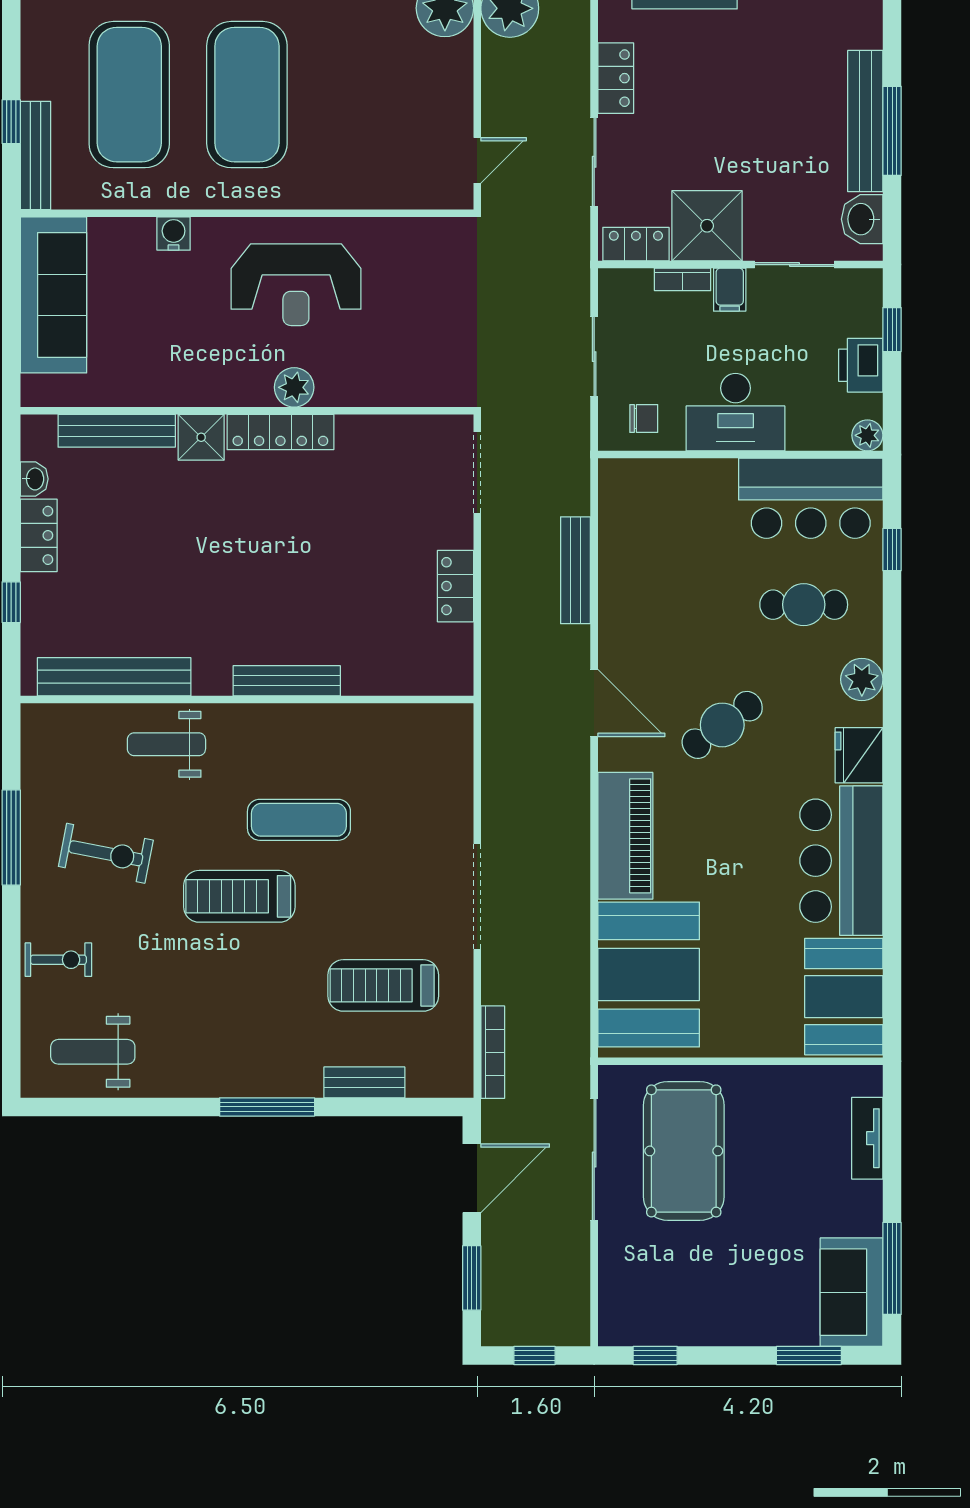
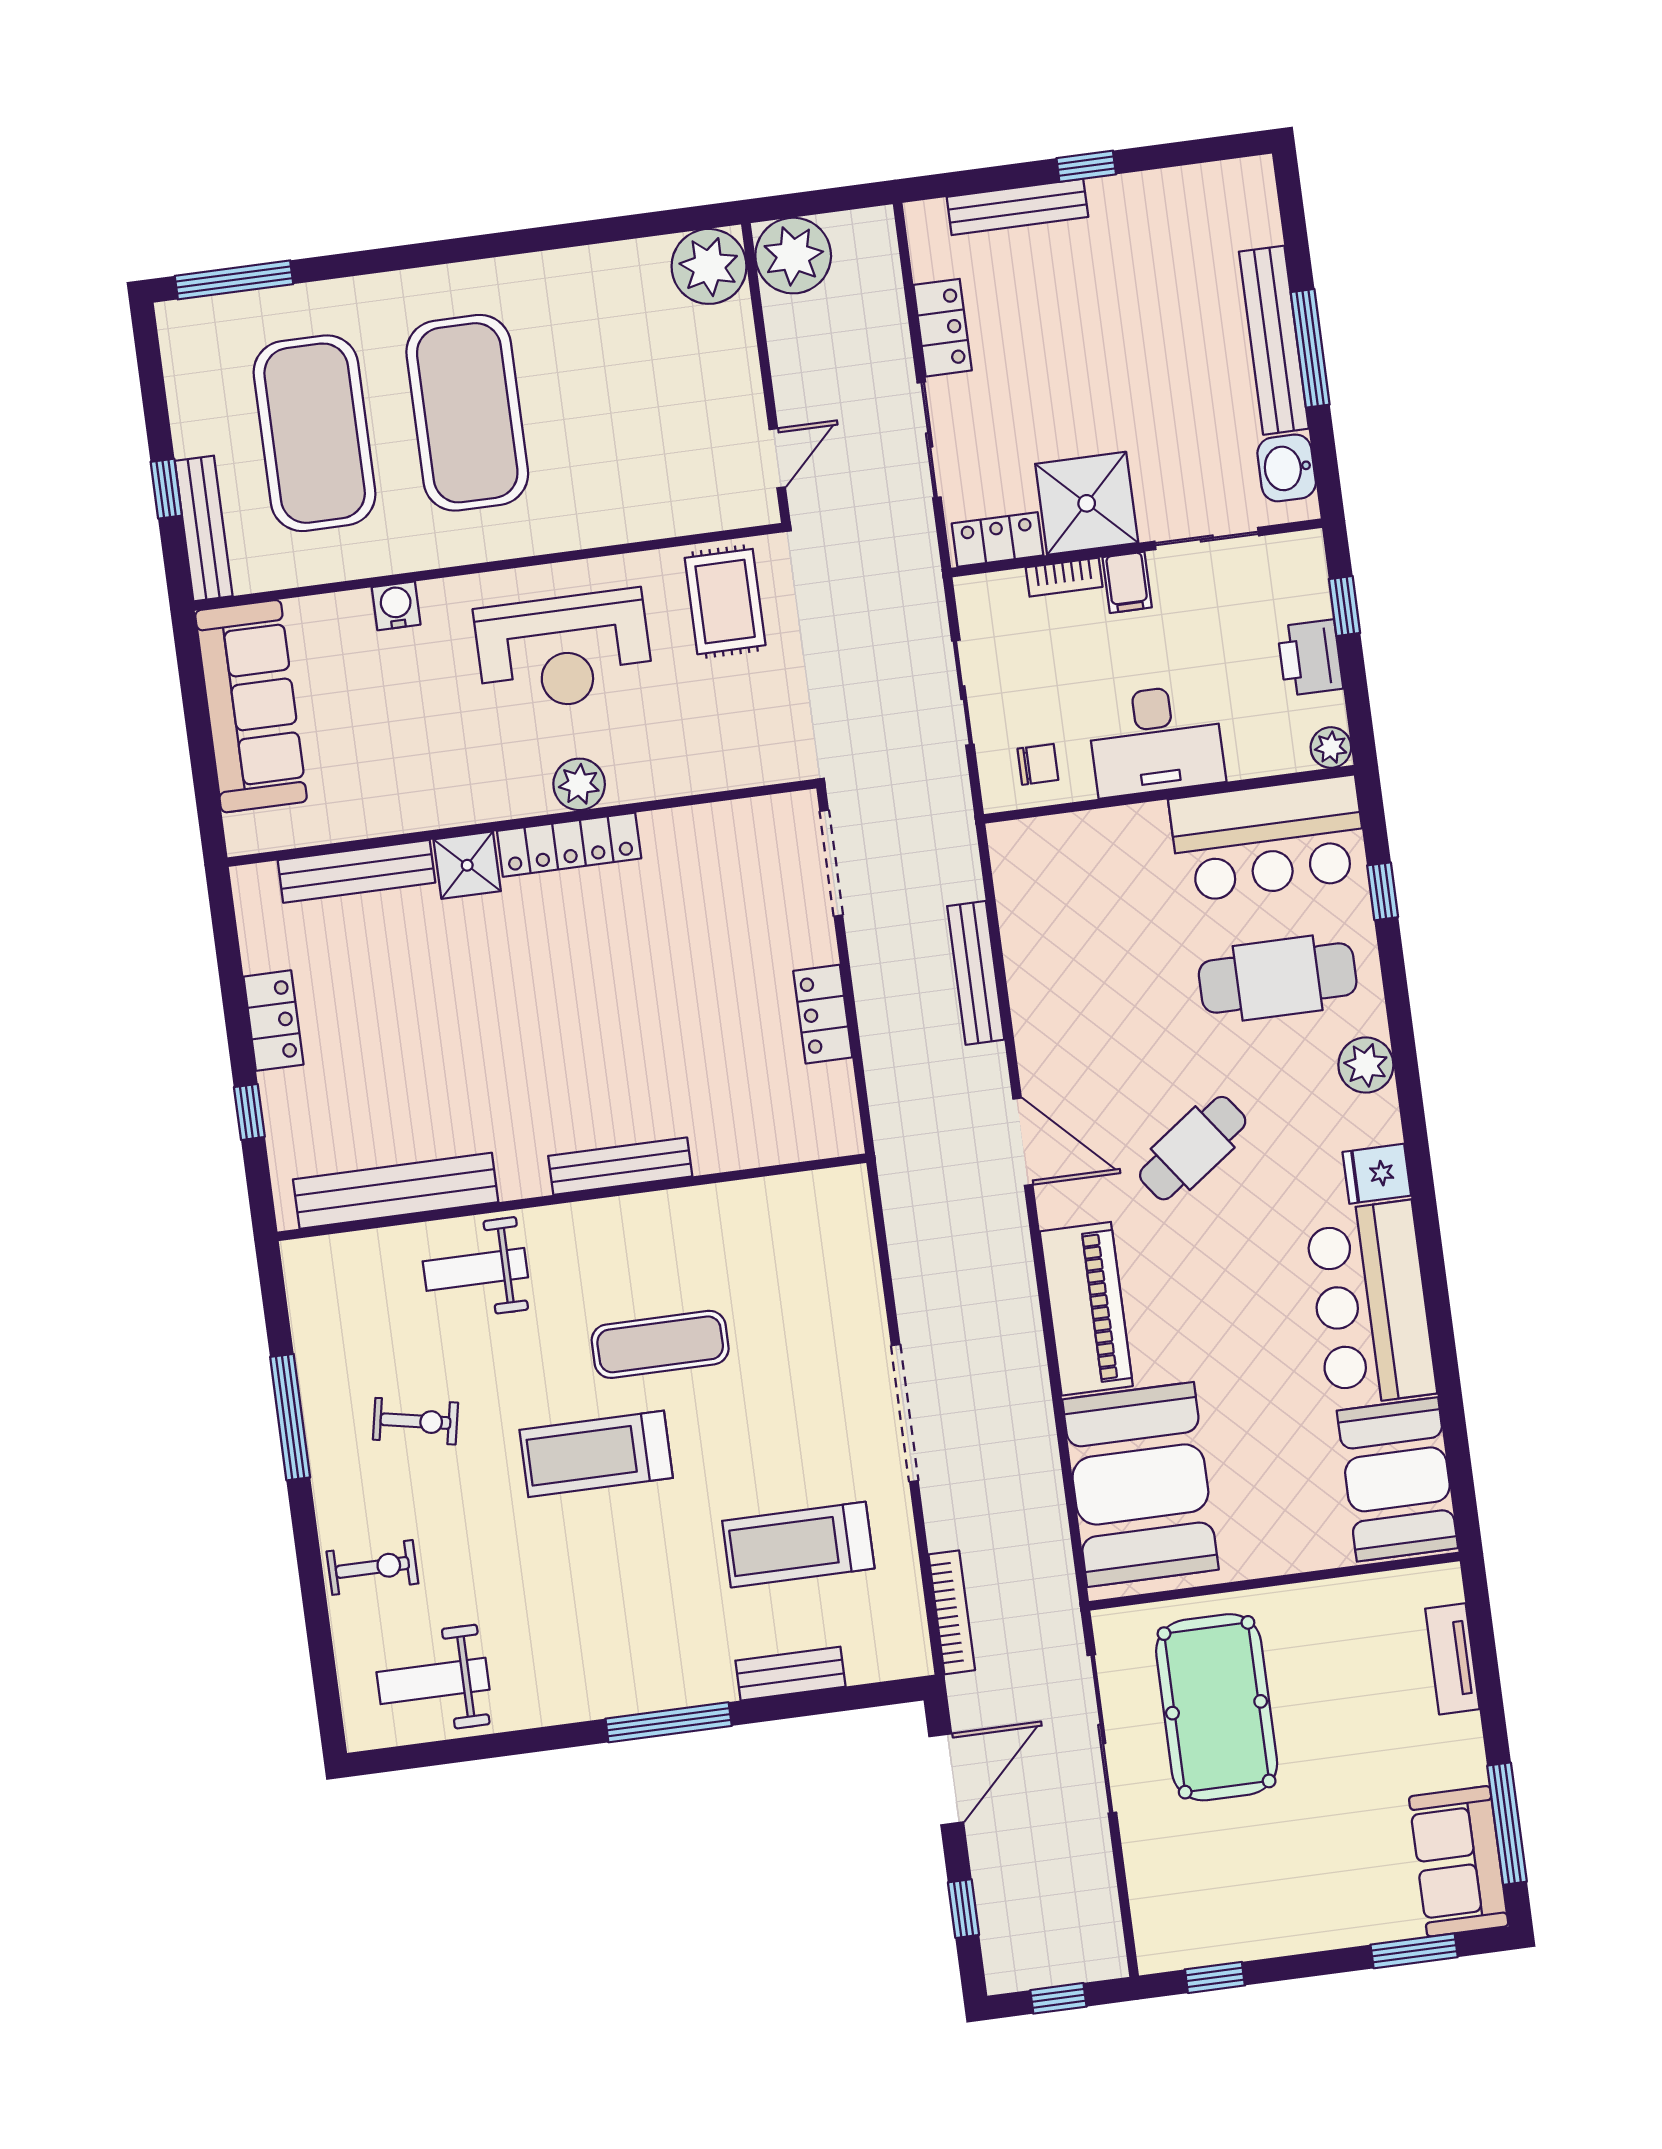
rug: (423, 264) -> (725, 602), added
washbasin: (34, 479) -> (258, 948), removed
cafe table: (804, 605) -> (1278, 978), width x1.37, depth x1.35
fridge: (859, 755) -> (1377, 1174), width x0.72
exercise bike: (106, 853) -> (415, 1421), width x0.73, depth x0.72
window: (472, 1278) -> (964, 1909), width x0.67

